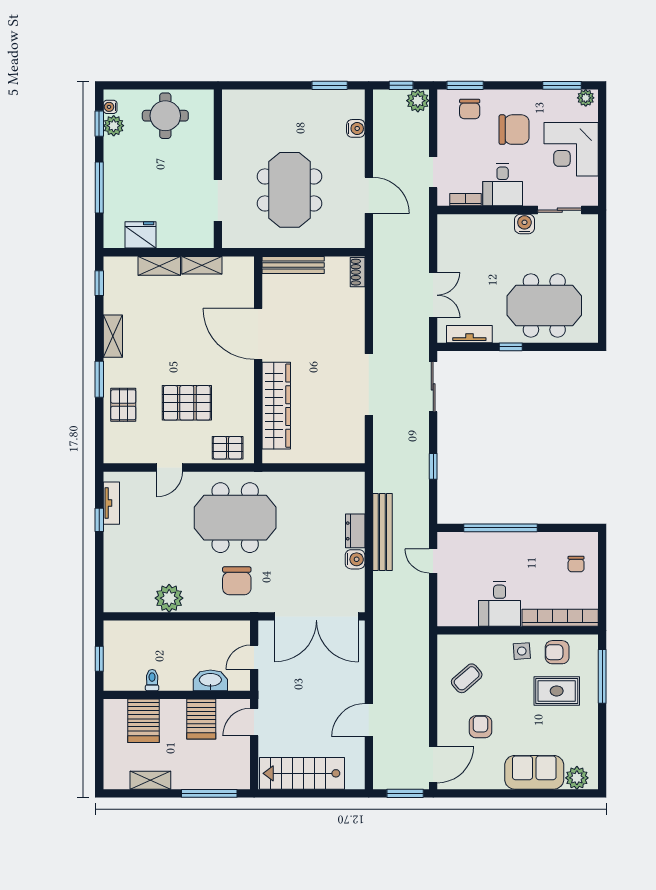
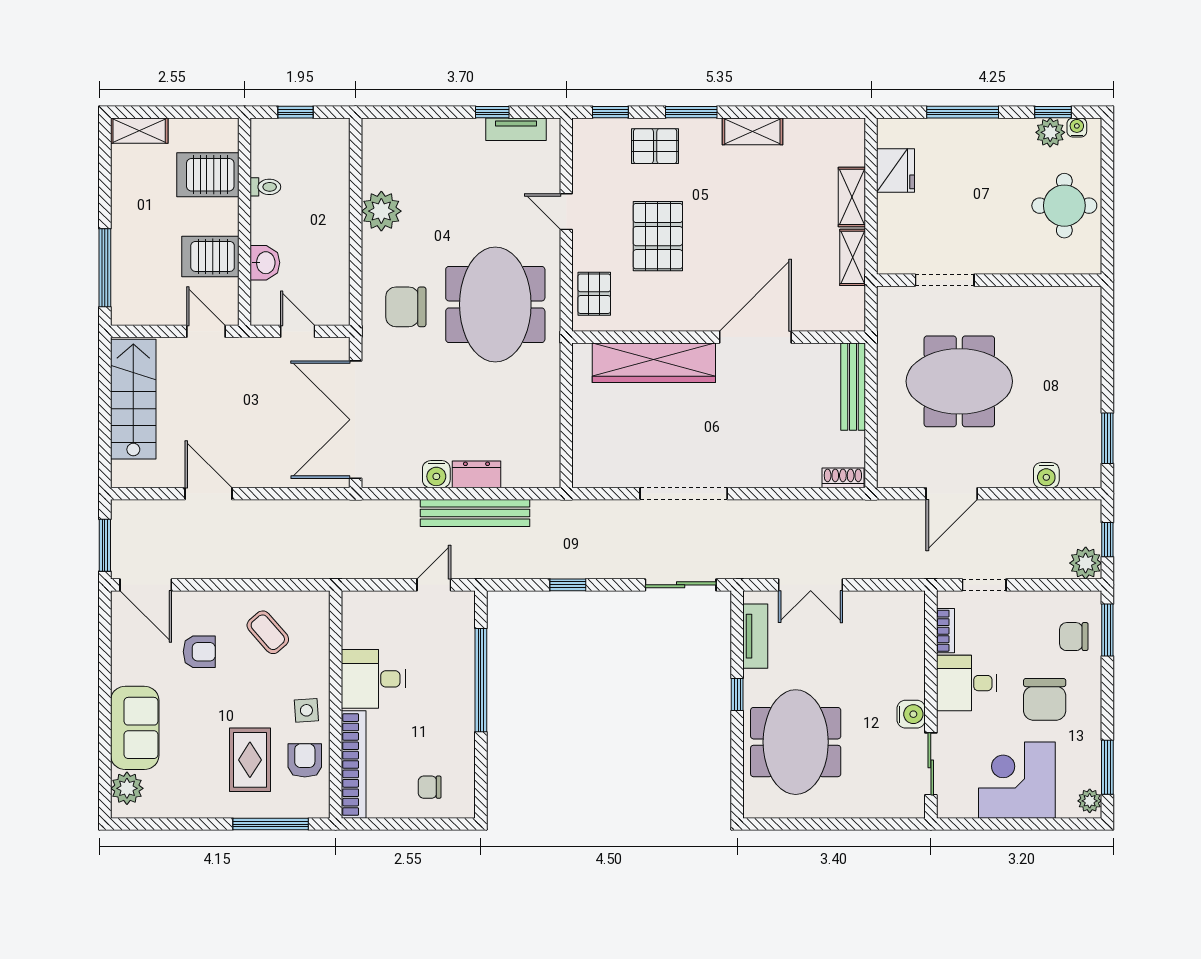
window: (99, 283) -> (610, 112), moved
washbasin: (210, 680) -> (265, 263), width x0.72
shelving: (150, 780) -> (139, 131), moved, turned 90

